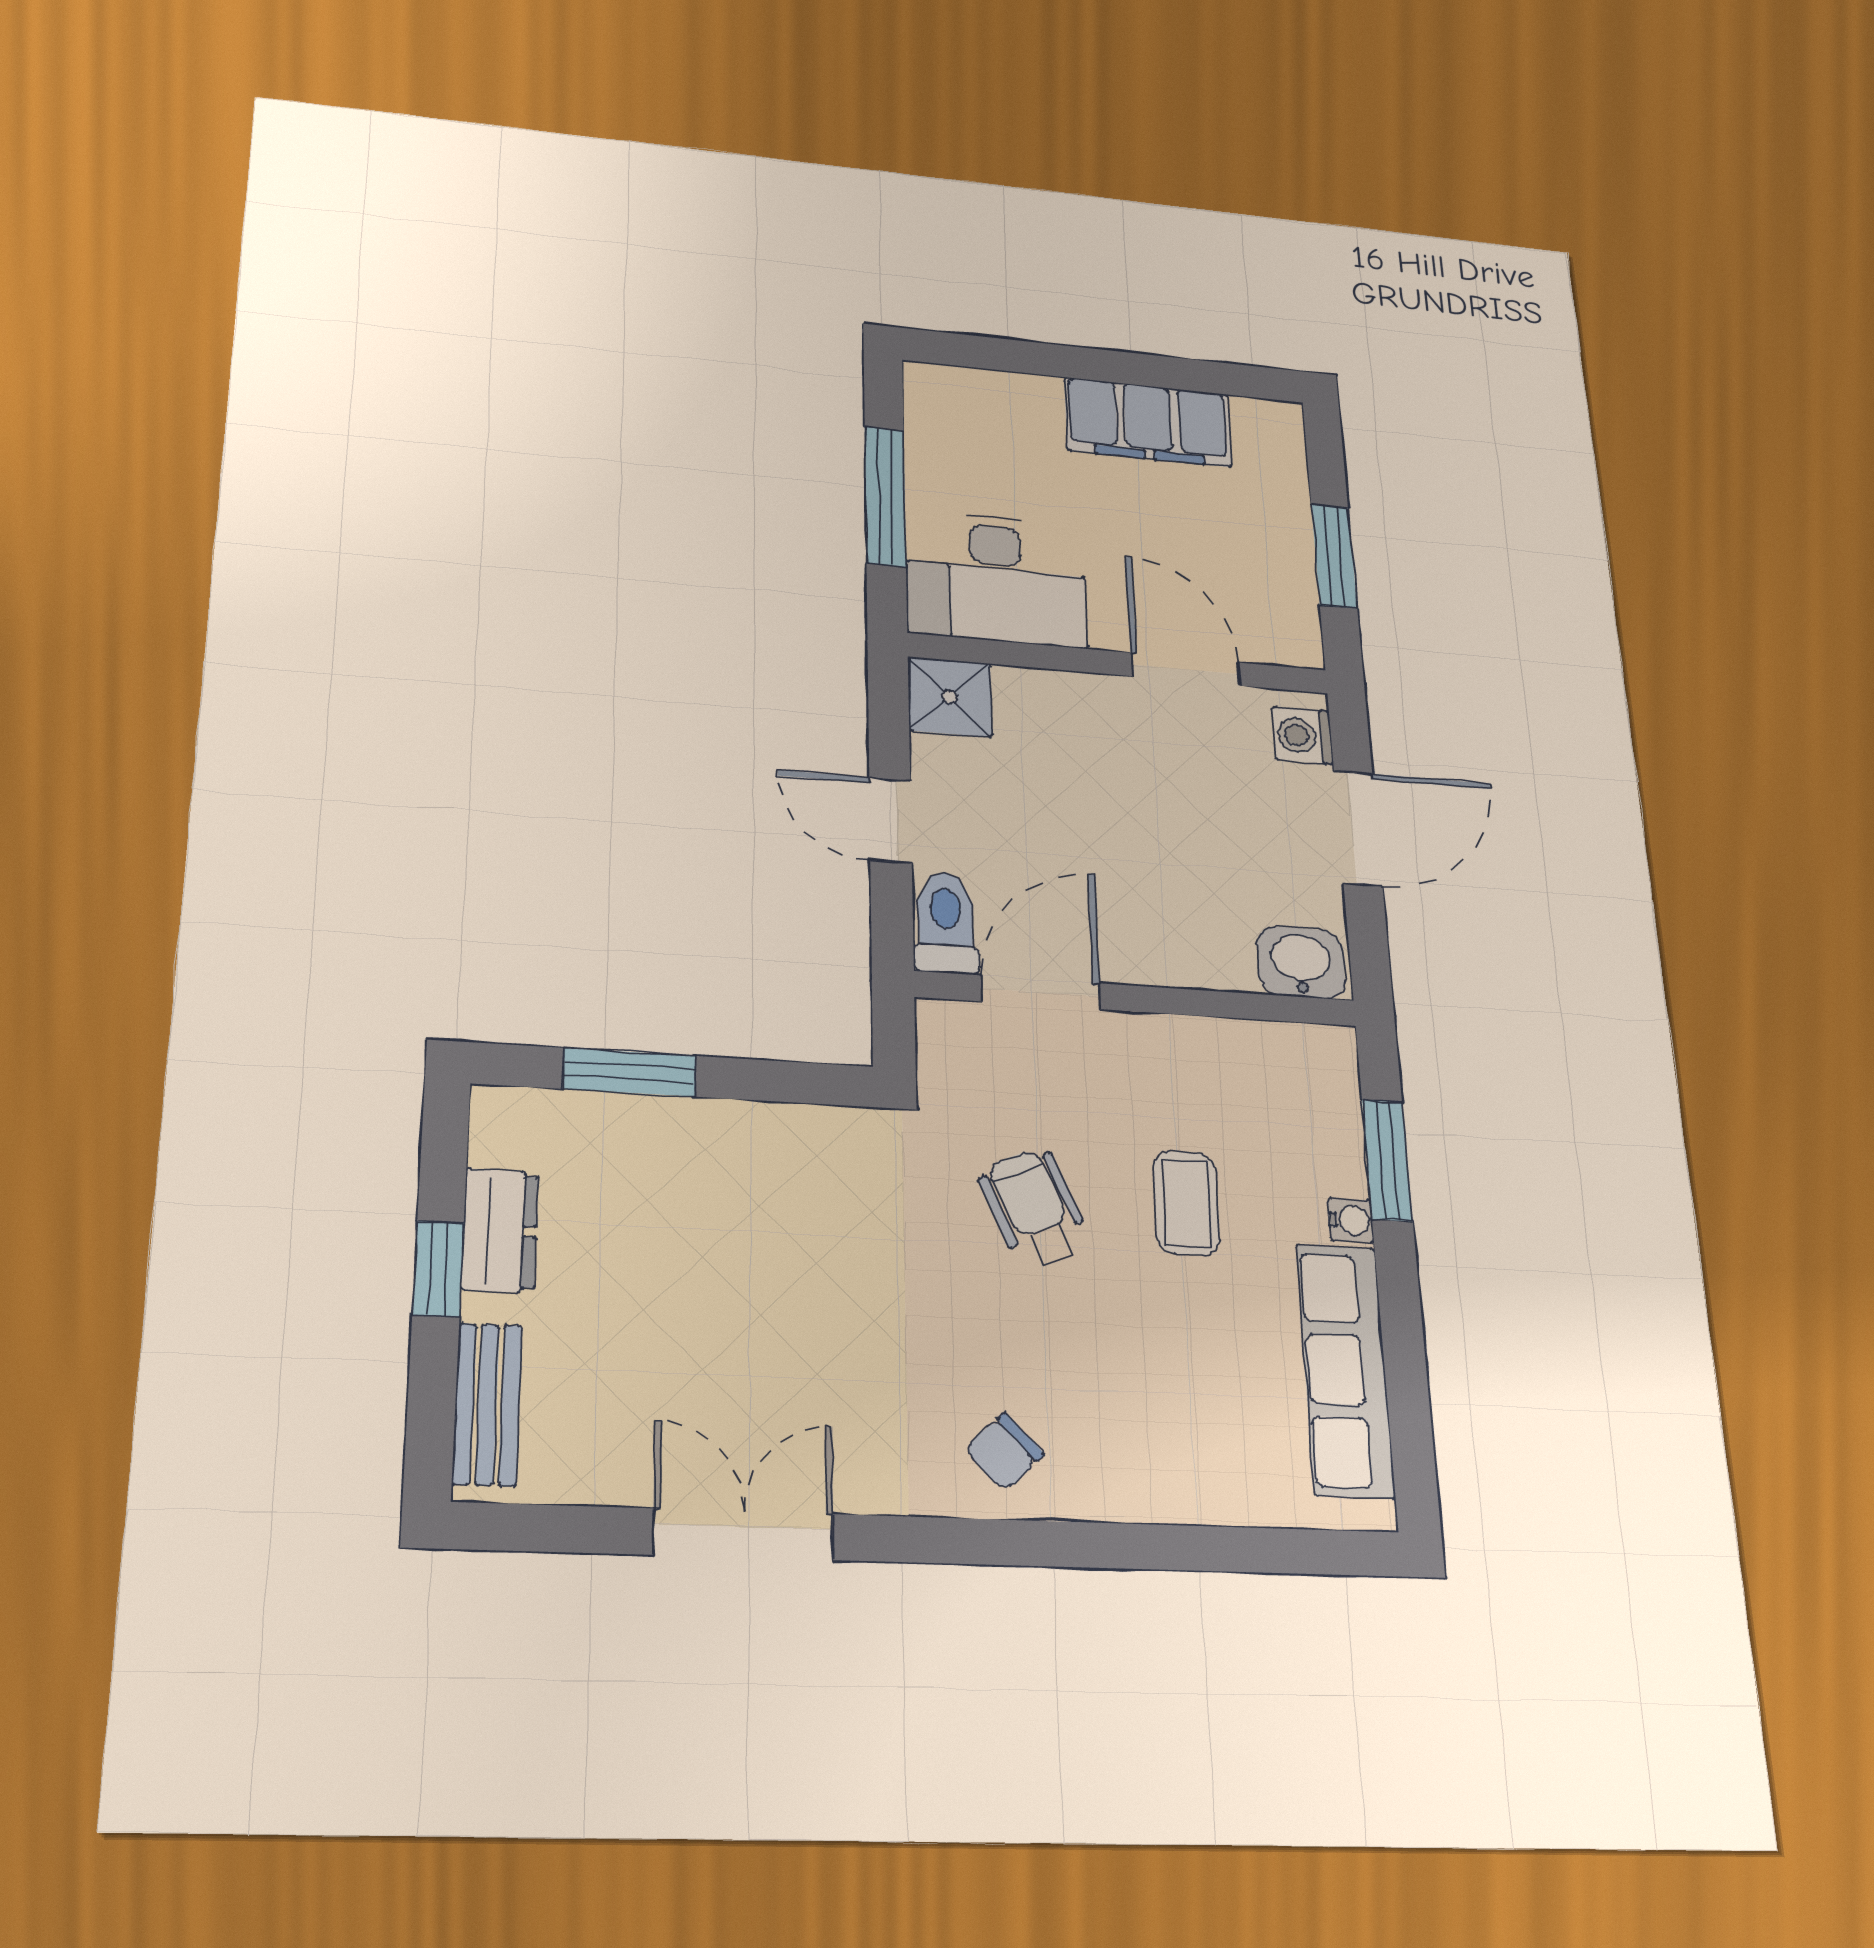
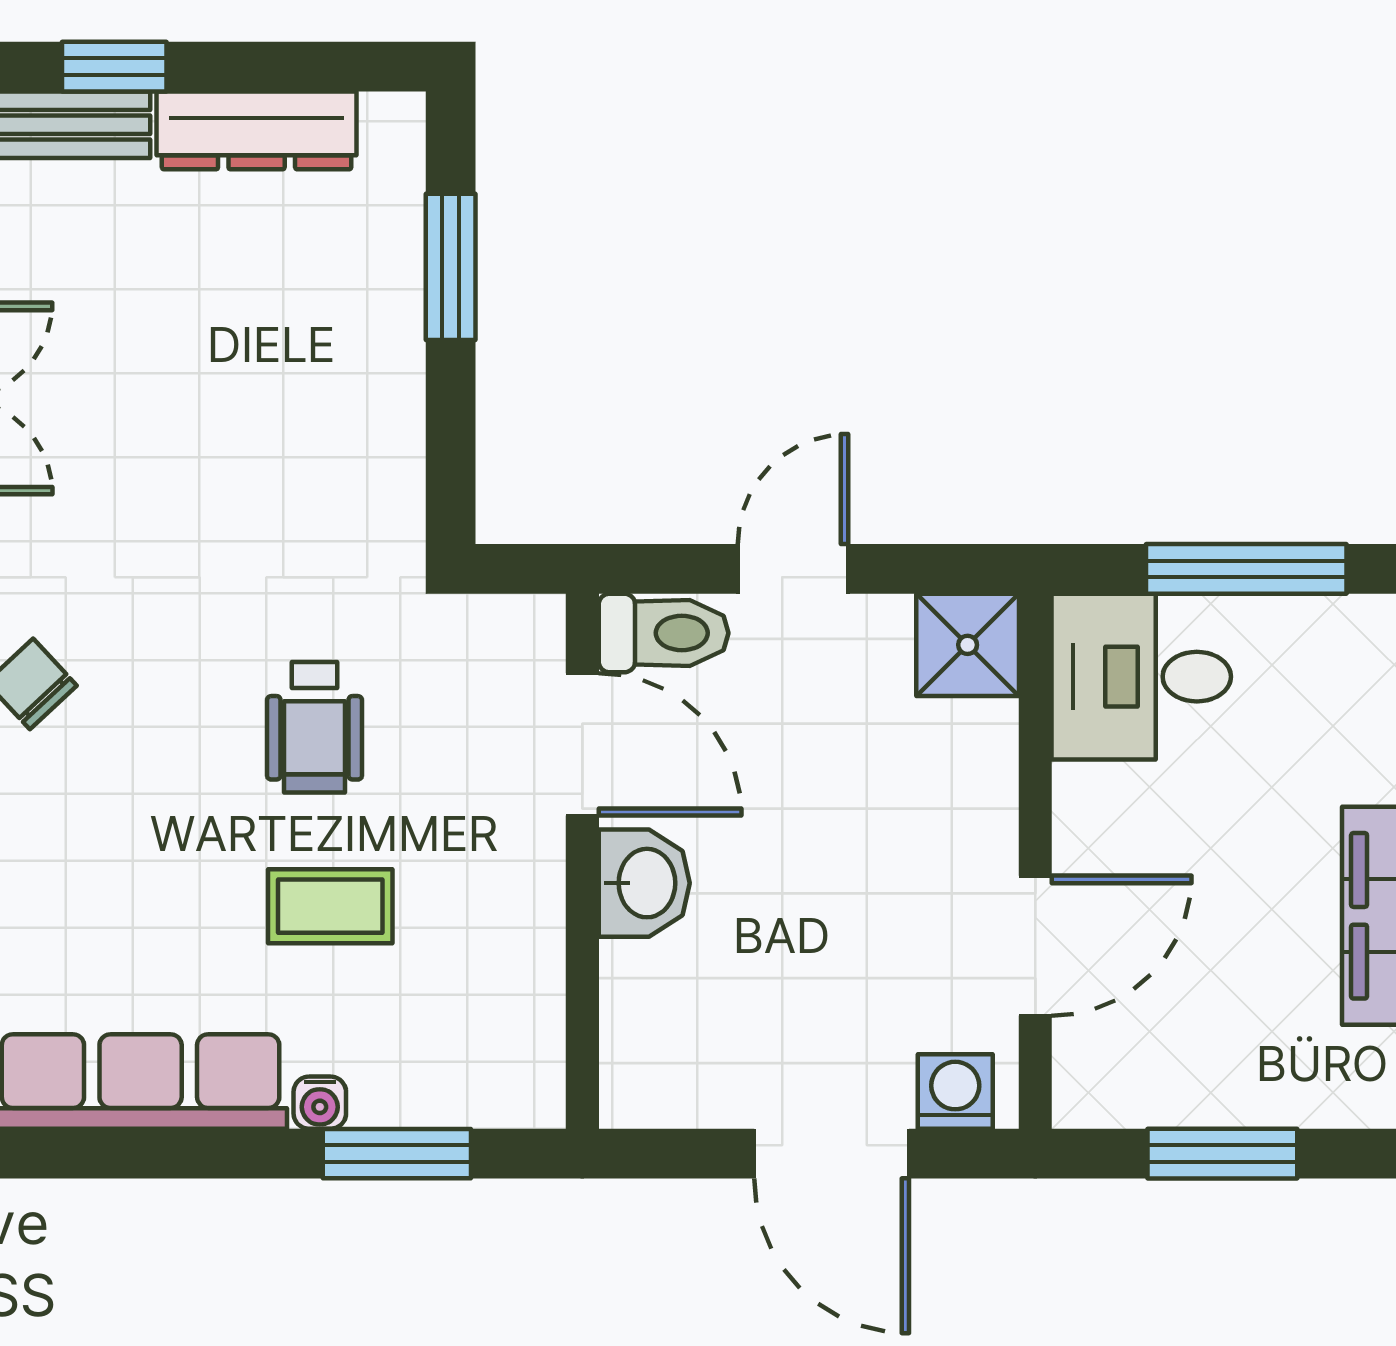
desk: (996, 579) -> (1141, 677), width x0.73
washbasin: (1301, 962) -> (644, 883), moved
wheelchair: (1034, 1208) -> (314, 727), turned 113
dresser: (500, 1231) -> (257, 130), width x1.44
window: (438, 1269) -> (114, 67), moved

